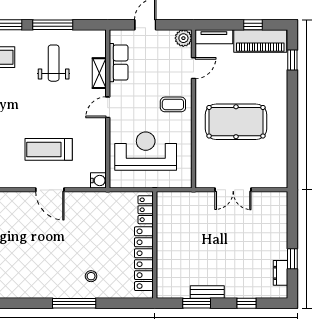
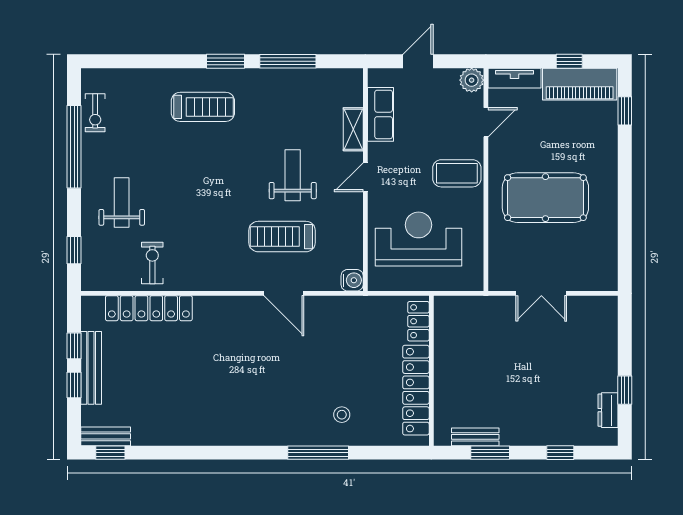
weight bench: (54, 63) -> (293, 175), moved
coffee table: (173, 104) -> (457, 173), width x1.36, depth x1.30
bench: (207, 292) -> (475, 437), moved

